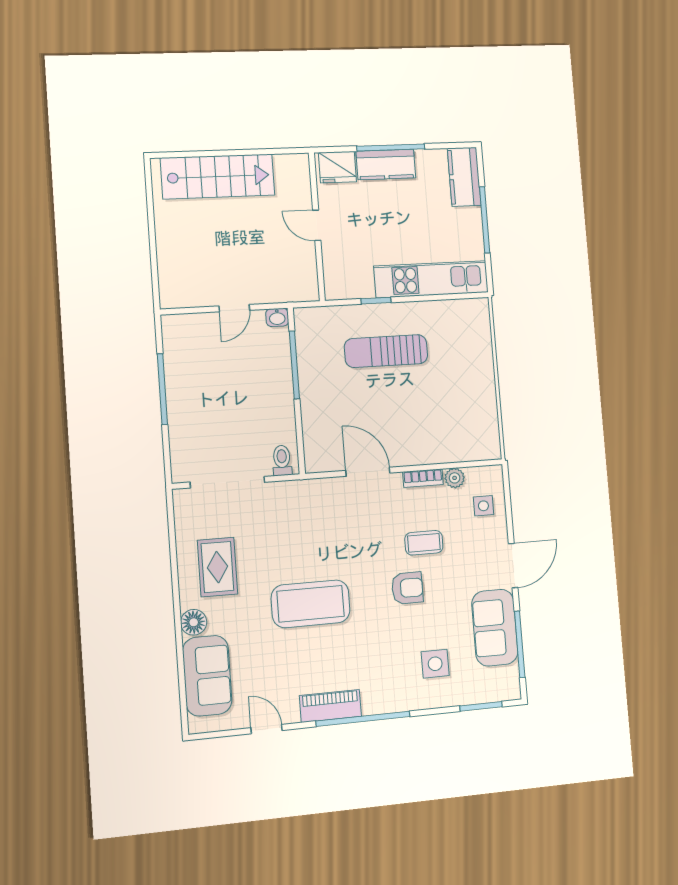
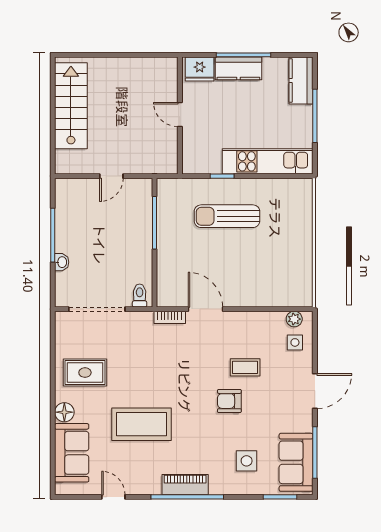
stairs: (218, 176) -> (71, 106), moved, turned -90
washbasin: (277, 317) -> (62, 262), moved, turned -90
bookcase: (423, 478) -> (170, 317), moved
plant: (455, 478) -> (294, 319), moved
rug: (217, 567) -> (85, 373), turned 90
armchair: (407, 588) -> (229, 401), turned 180
coffee table: (311, 604) -> (141, 424), moved
sofa: (495, 628) -> (296, 462), moved
piano: (330, 706) -> (185, 485), moved

